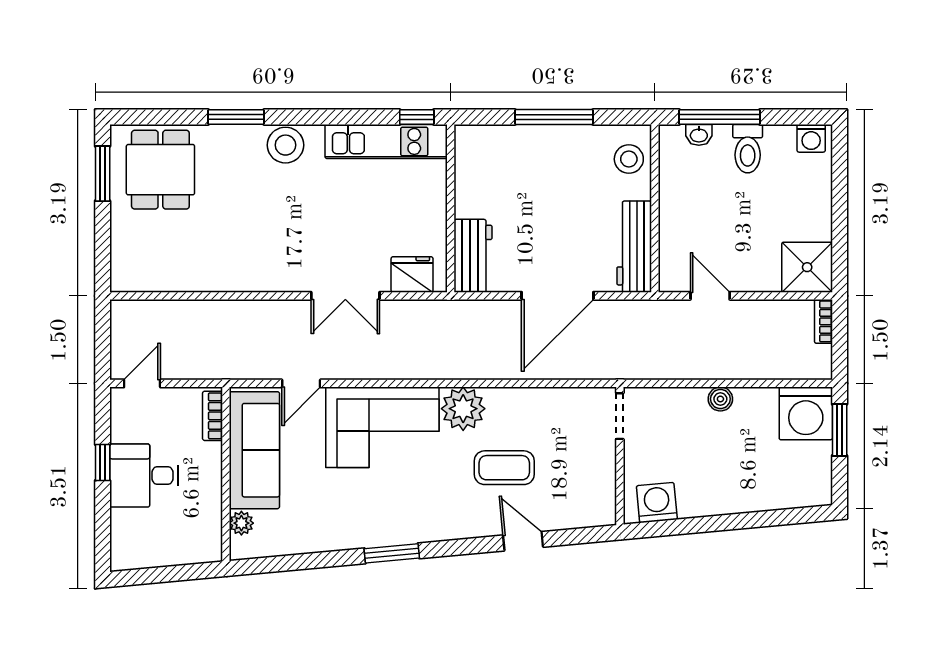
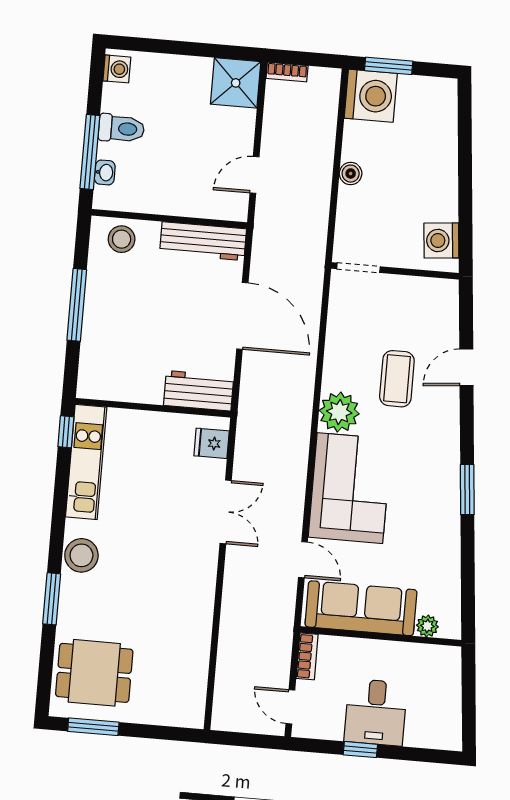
fridge: (412, 274) -> (212, 443), width x0.72
bookcase: (213, 416) -> (307, 656), moved, turned -90

